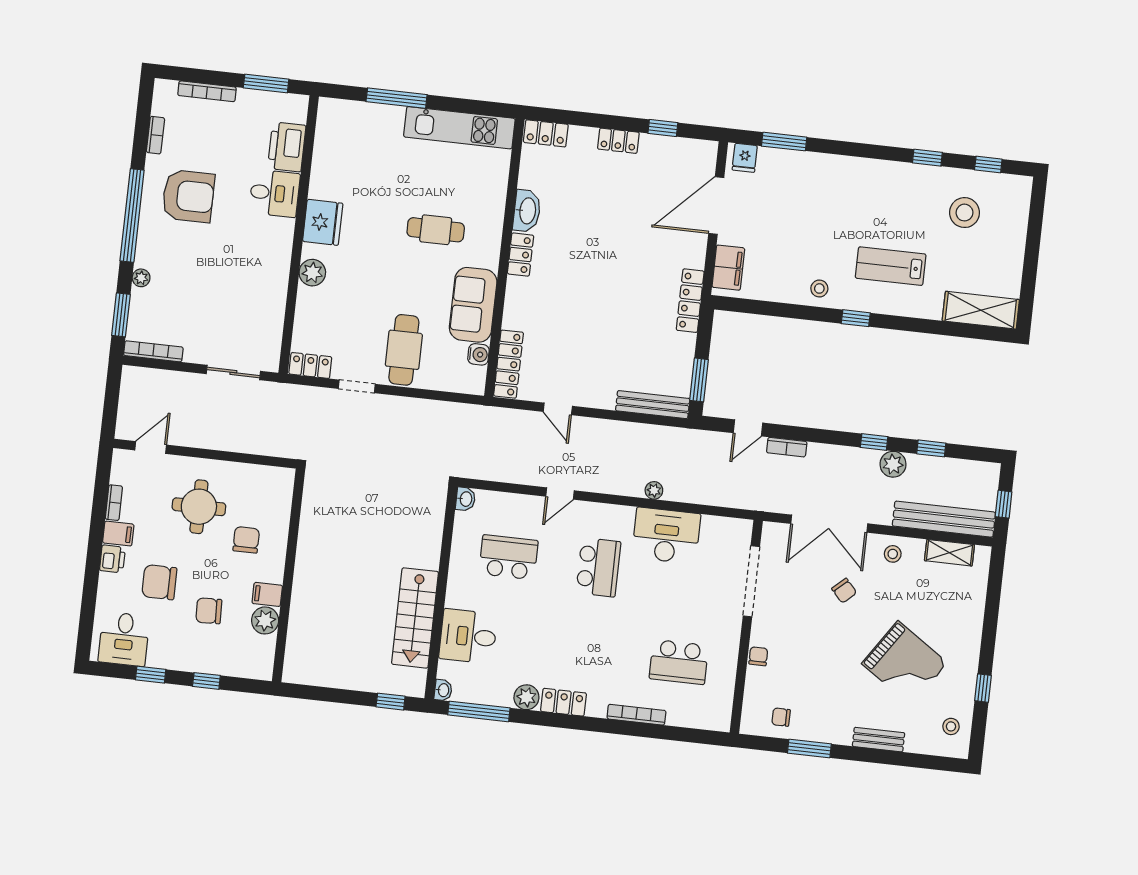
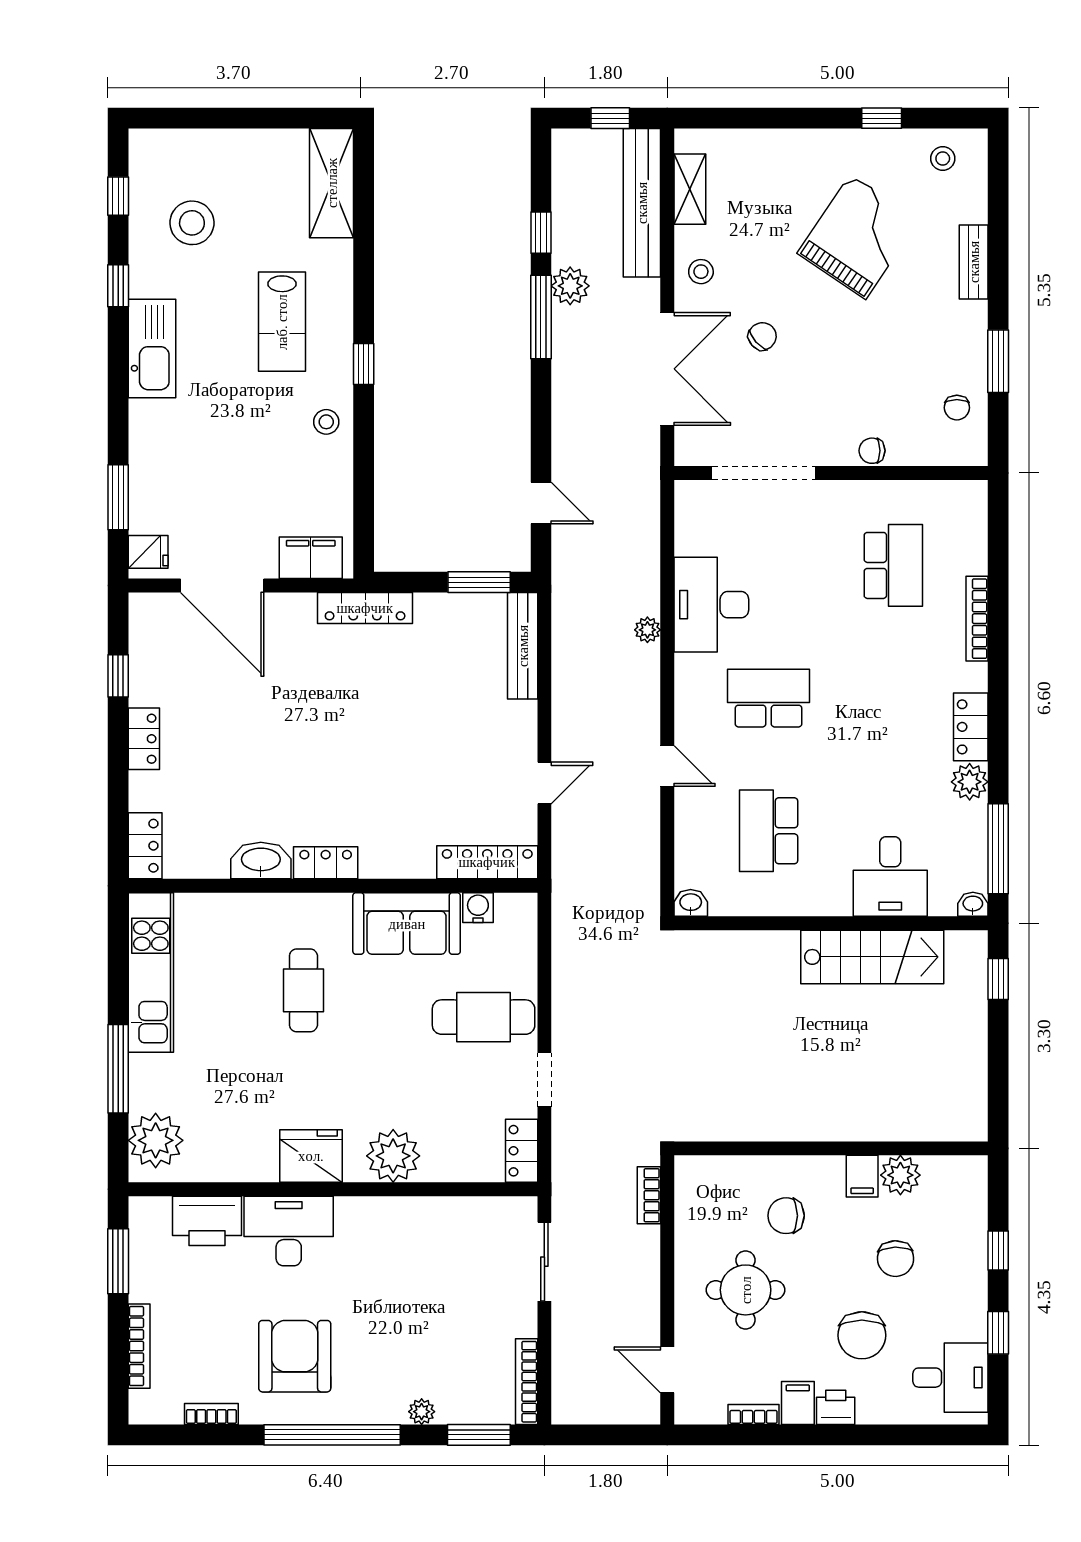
plant: (345, 118) -> (156, 1140), added
kitchen sink: (882, 176) -> (152, 349), added
desk: (275, 193) -> (289, 1231), width x1.37
plant: (312, 273) -> (393, 1156), width x1.36, depth x1.36
window: (874, 442) -> (541, 317), width x2.17
bookcase: (787, 447) -> (649, 1195), moved, turned 180

